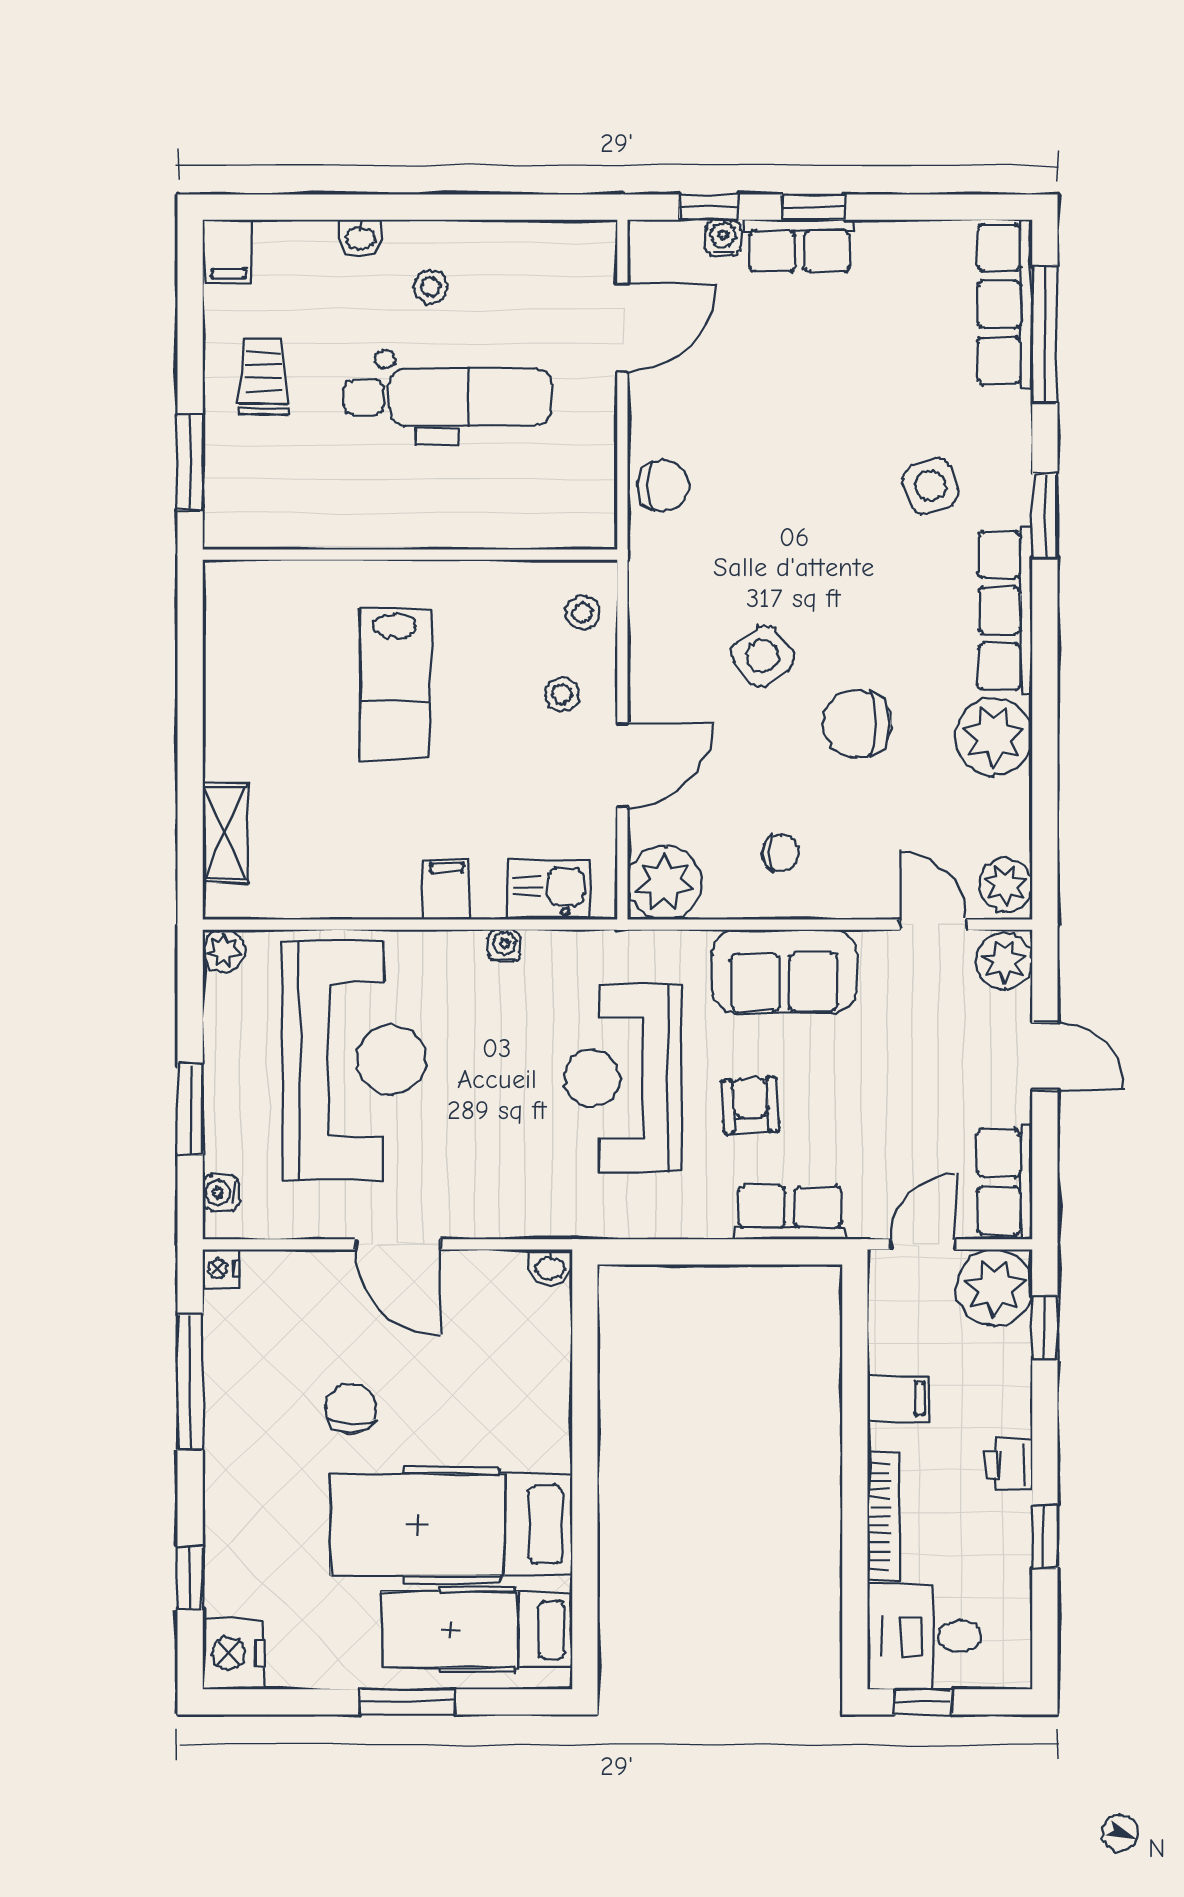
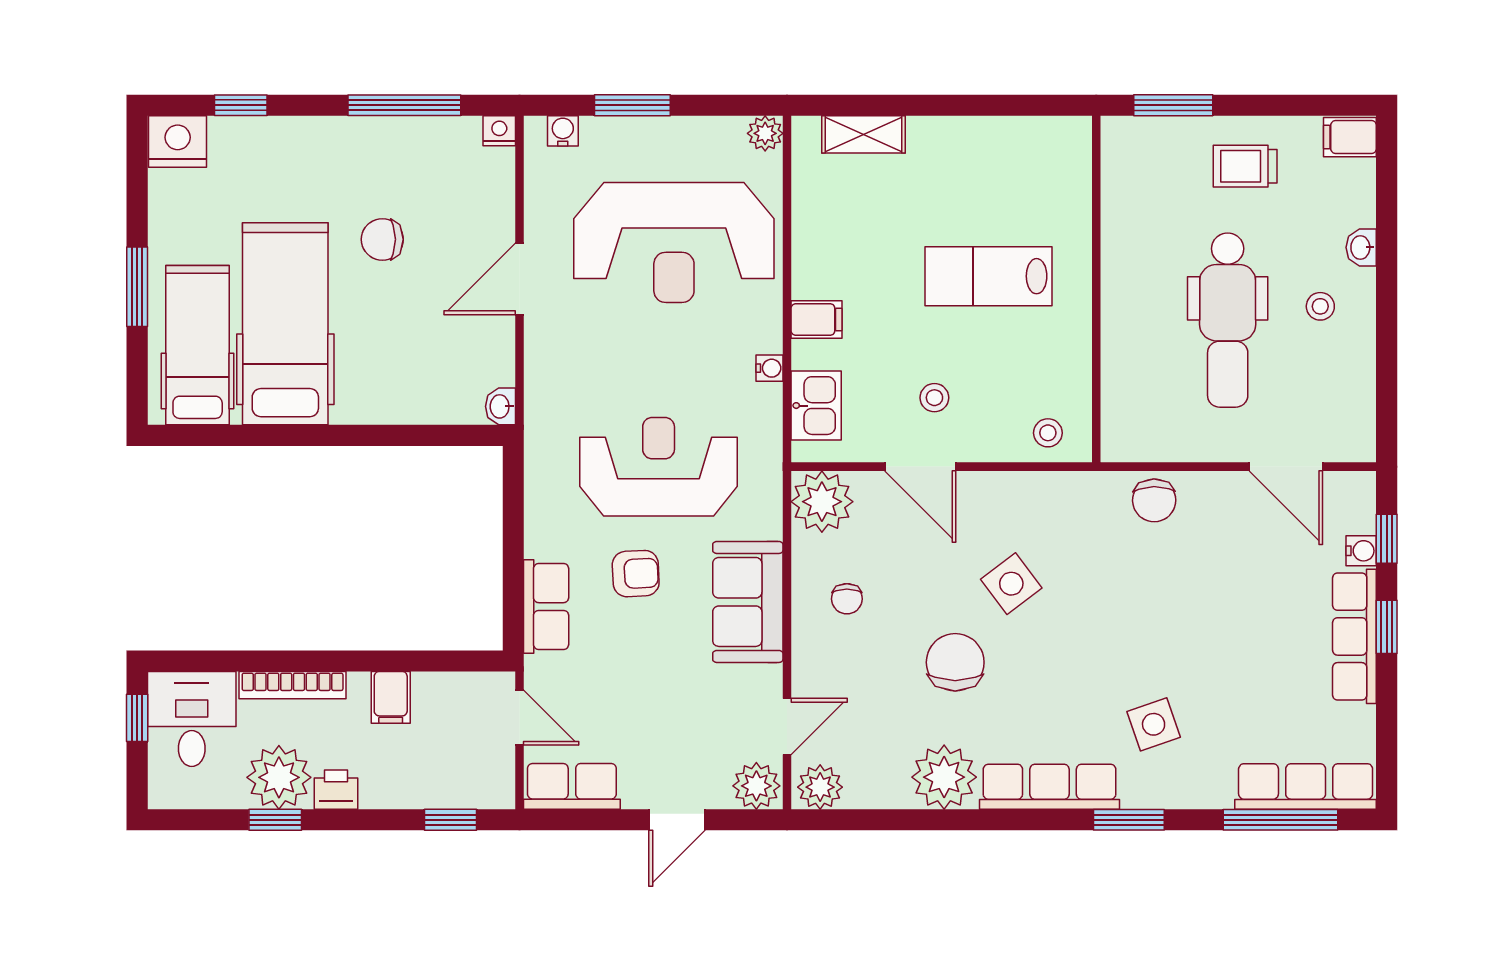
row of seats: (800, 246) -> (1354, 636), width x1.48
trolley: (263, 377) -> (1245, 166), turned 180
stool: (562, 695) -> (934, 398), moved
plant: (994, 1288) -> (279, 777), moved
chair: (351, 1409) -> (382, 239), turned 180

